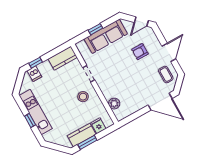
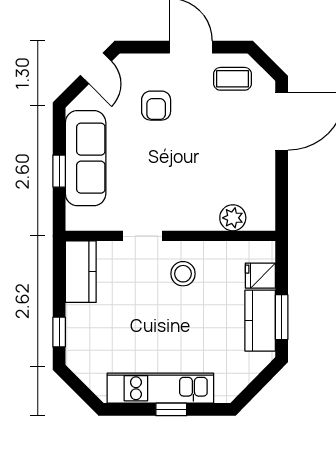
dishwasher: (34, 74) -> (80, 347), removed

